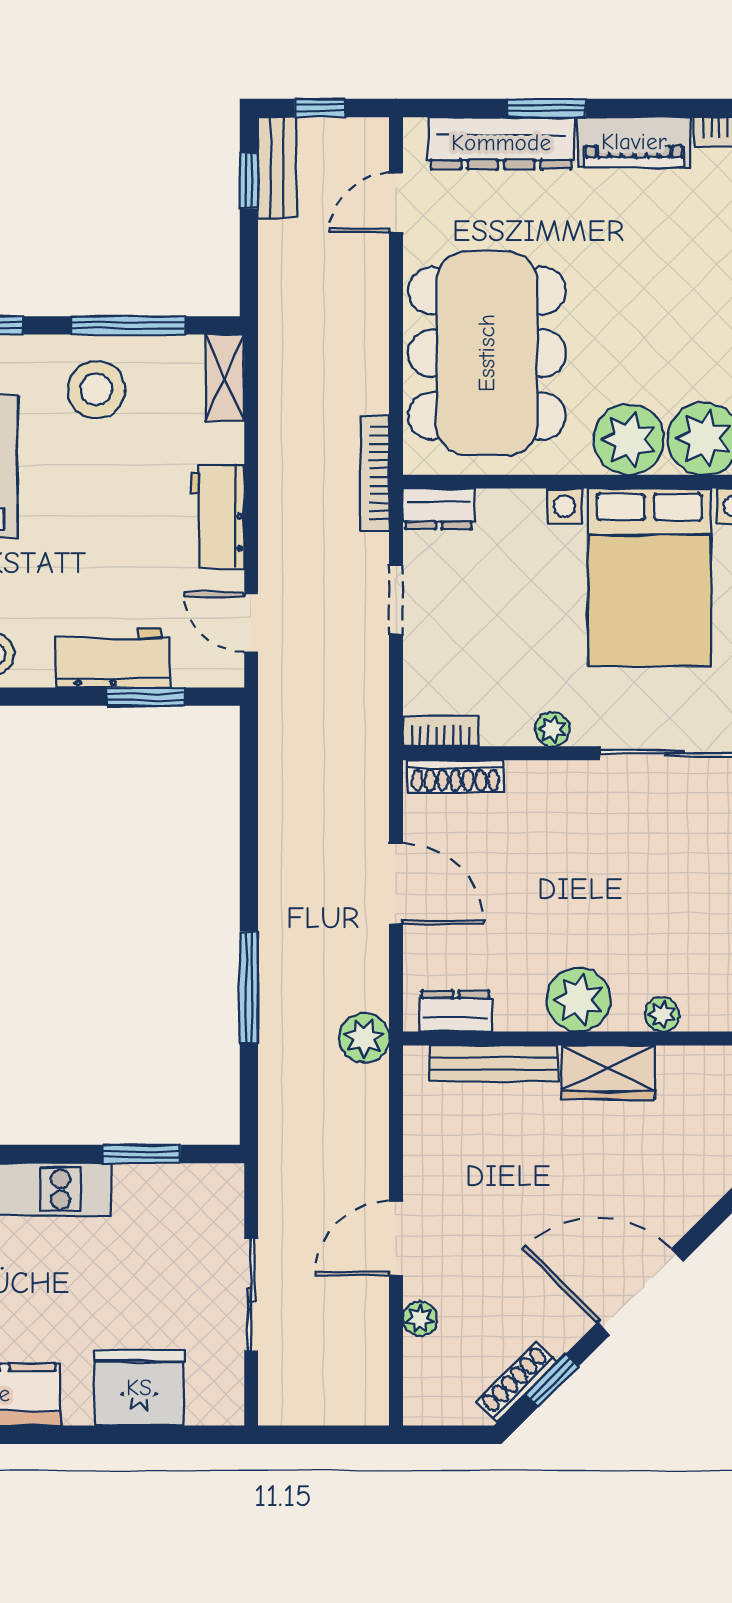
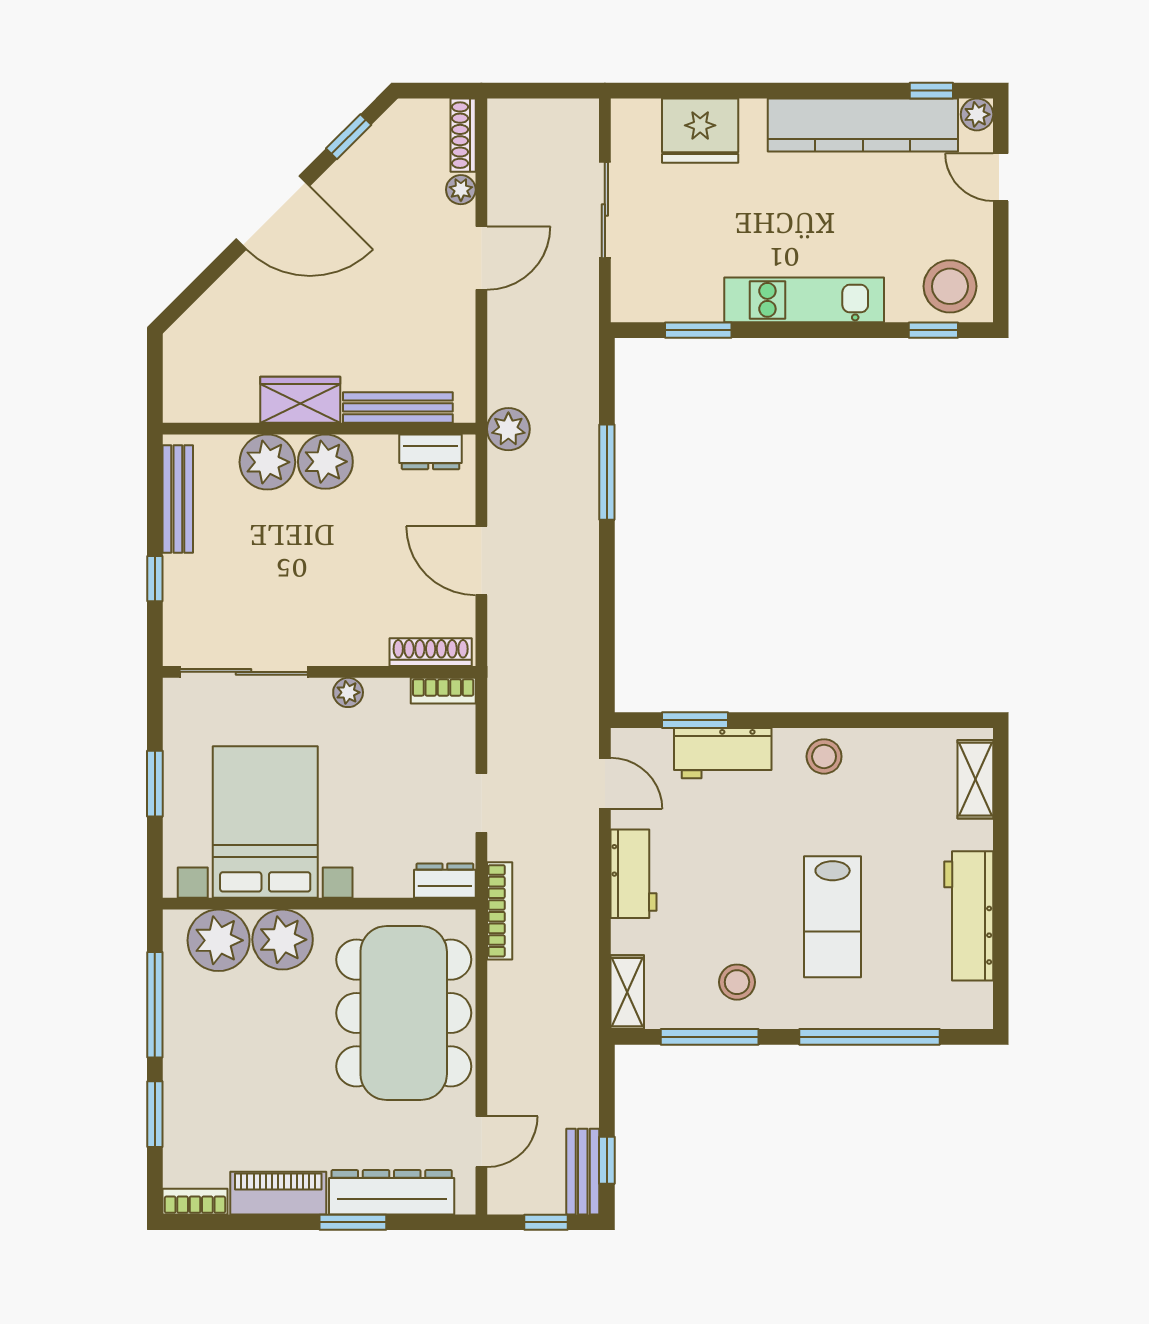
stool: (96, 390) -> (737, 982), width x0.73, depth x0.73
plant: (662, 1014) -> (267, 462), width x1.88, depth x1.88
shoe rack: (517, 1382) -> (463, 135), moved, turned 135

